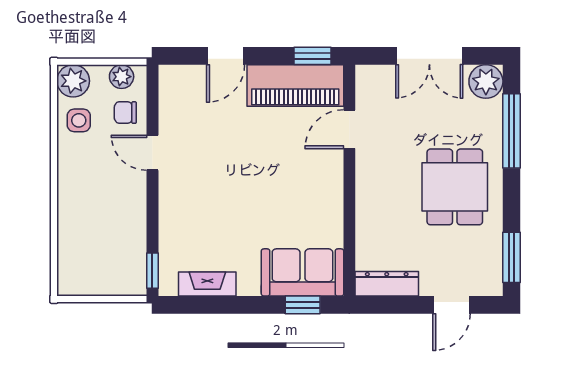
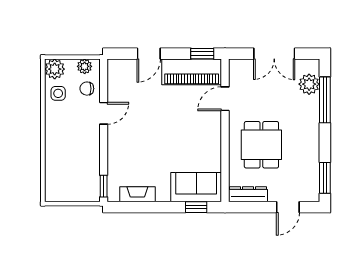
plant: (486, 81) -> (309, 84), moved
door: (152, 153) -> (104, 113), swing flipped
dining table: (455, 187) -> (261, 145), moved

